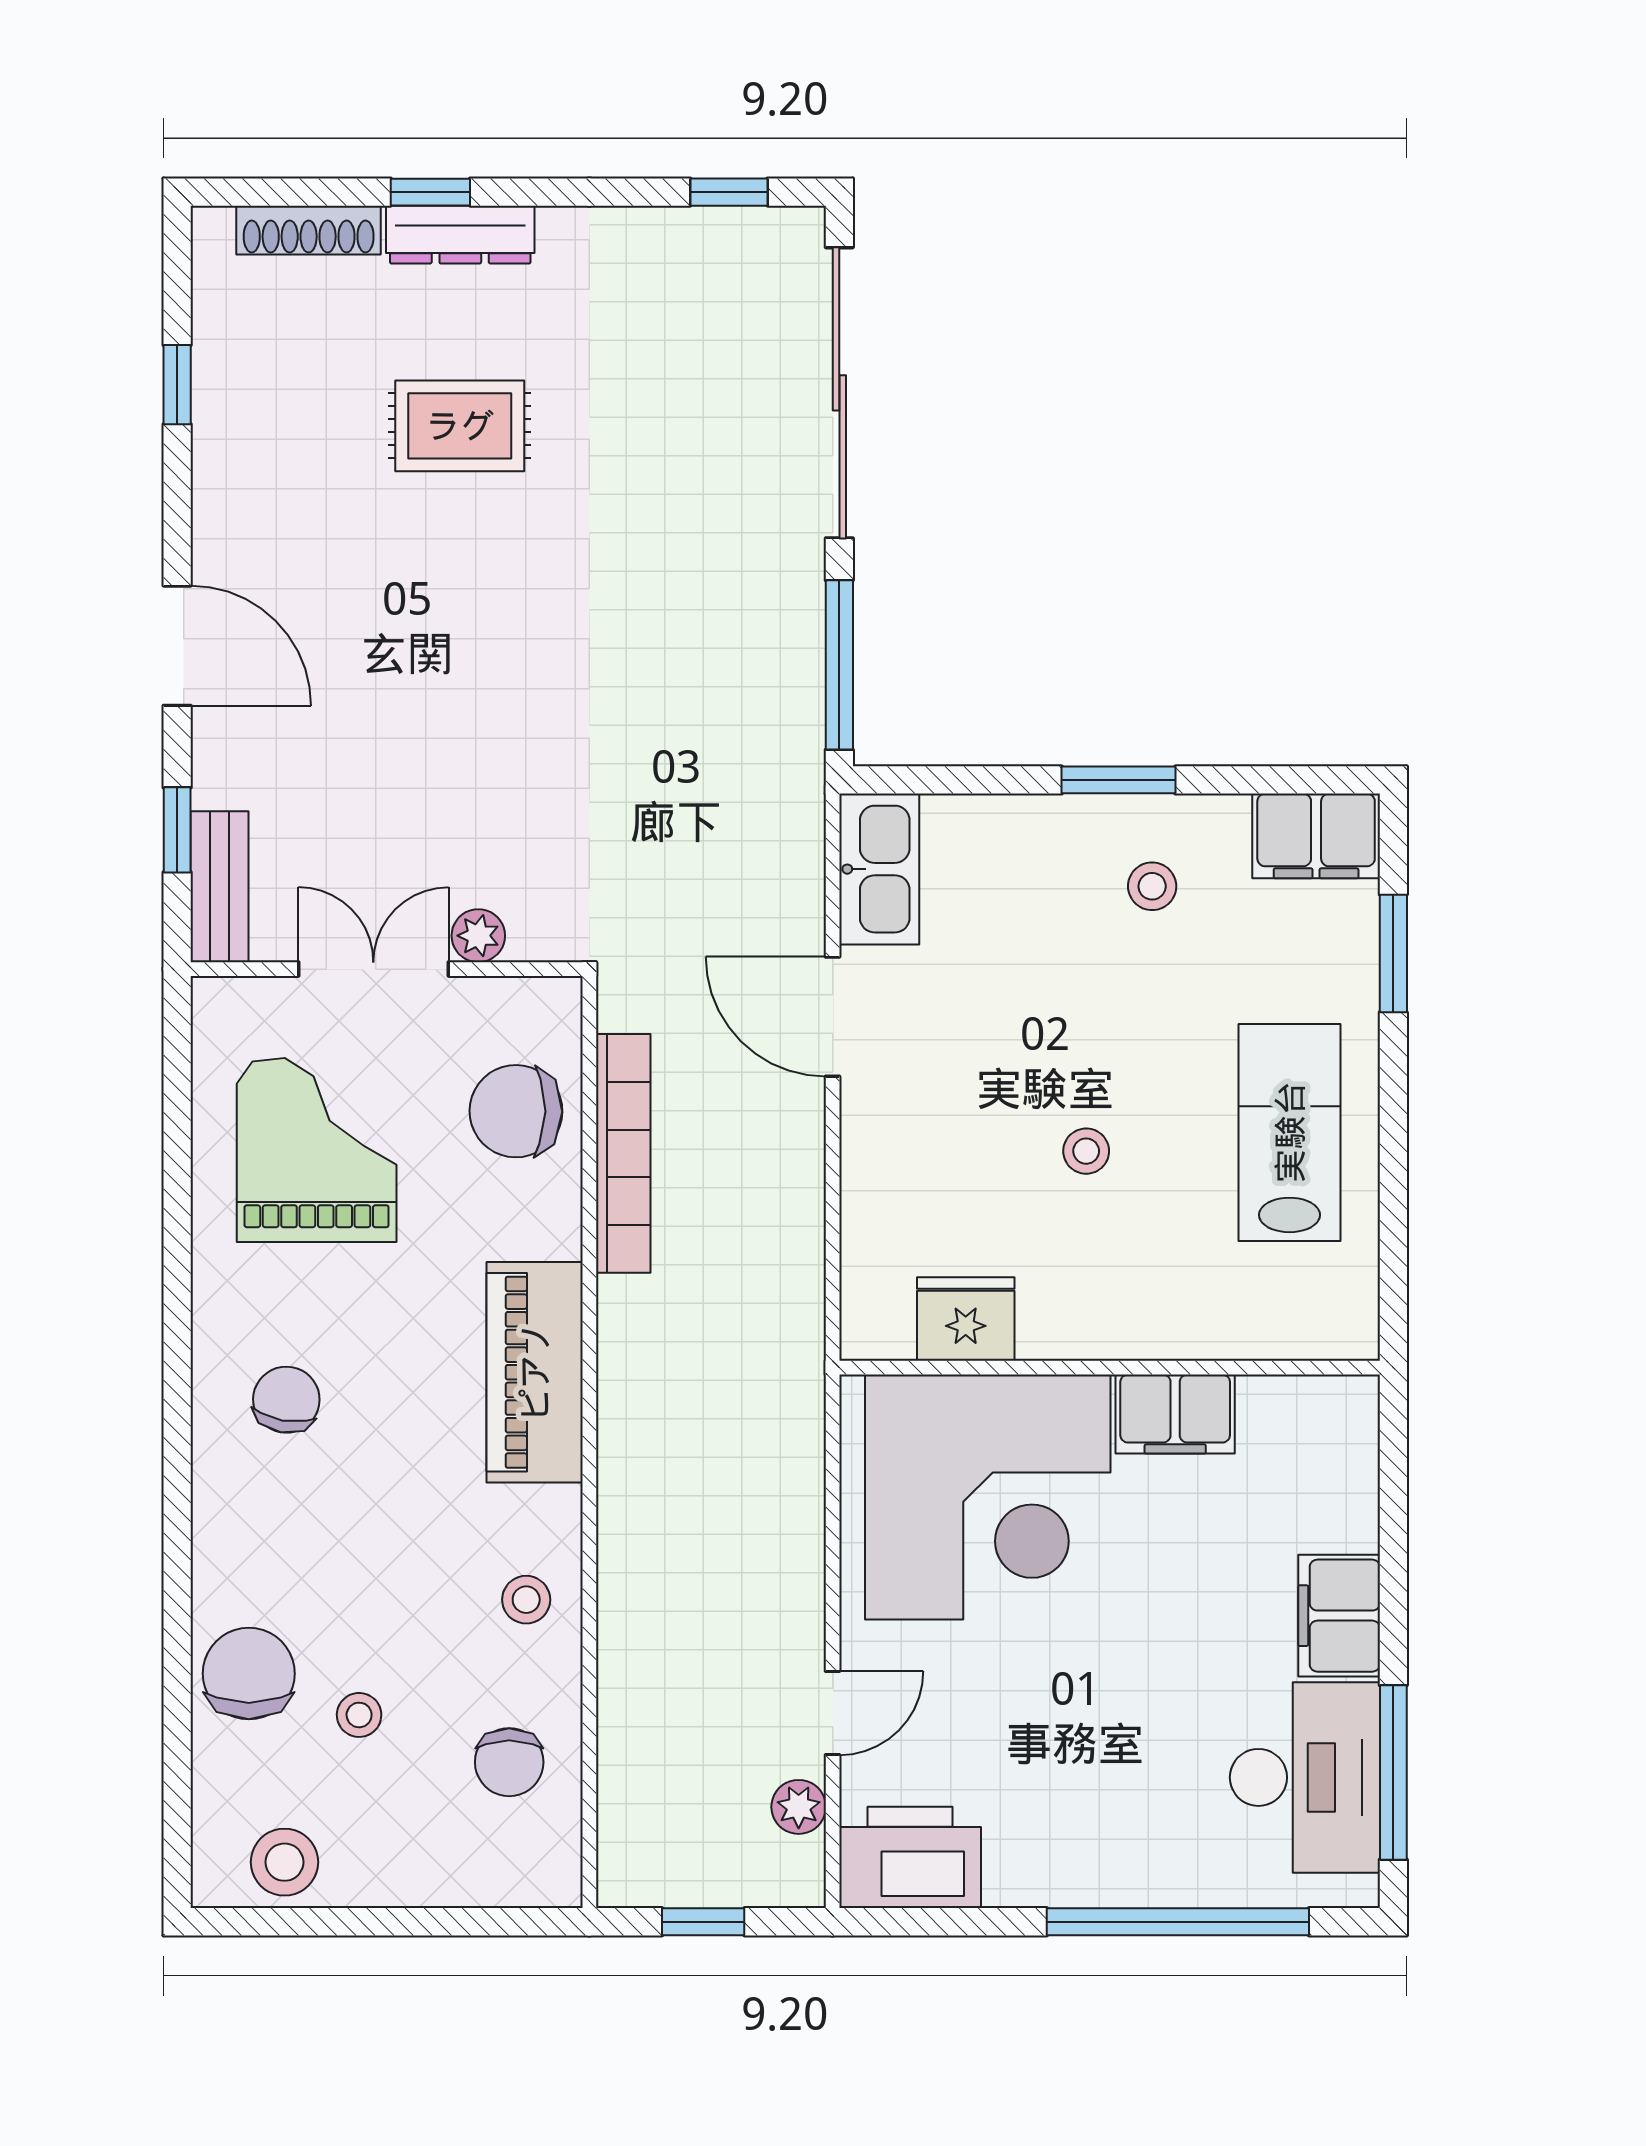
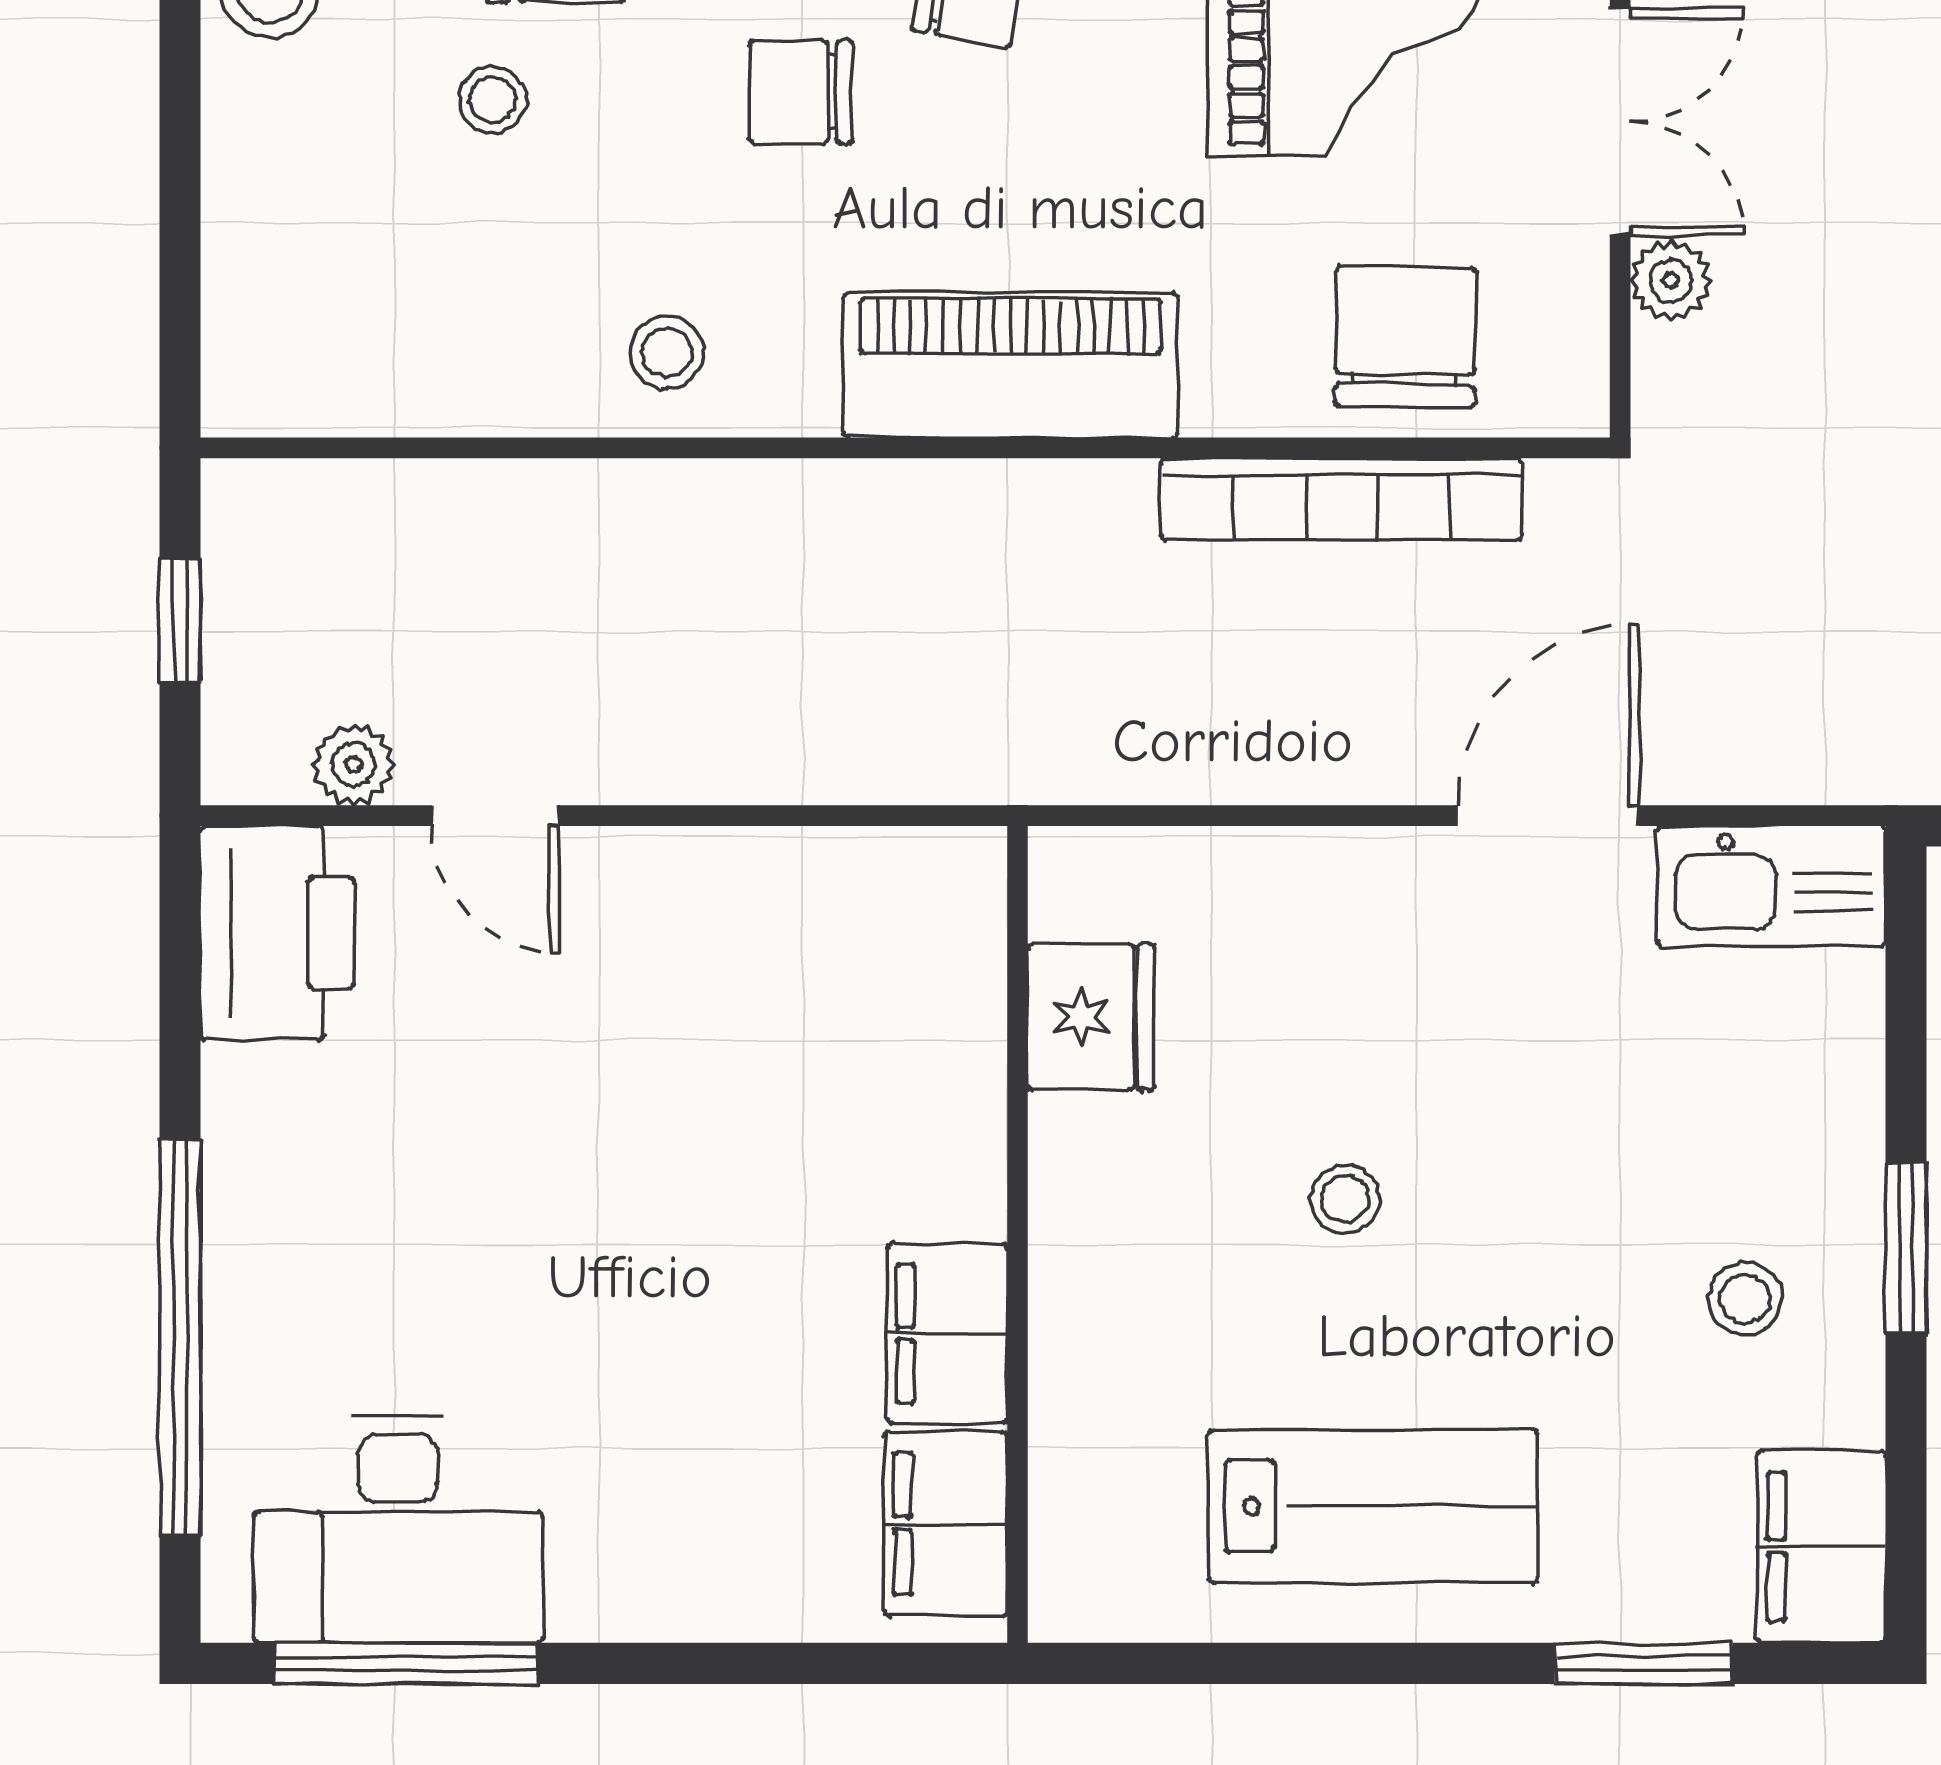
corner desk: (988, 1497) -> (822, 1050), removed
filing cabinet: (1339, 1616) -> (946, 1524), moved, turned -90
chair: (509, 1762) -> (801, 92), moved

